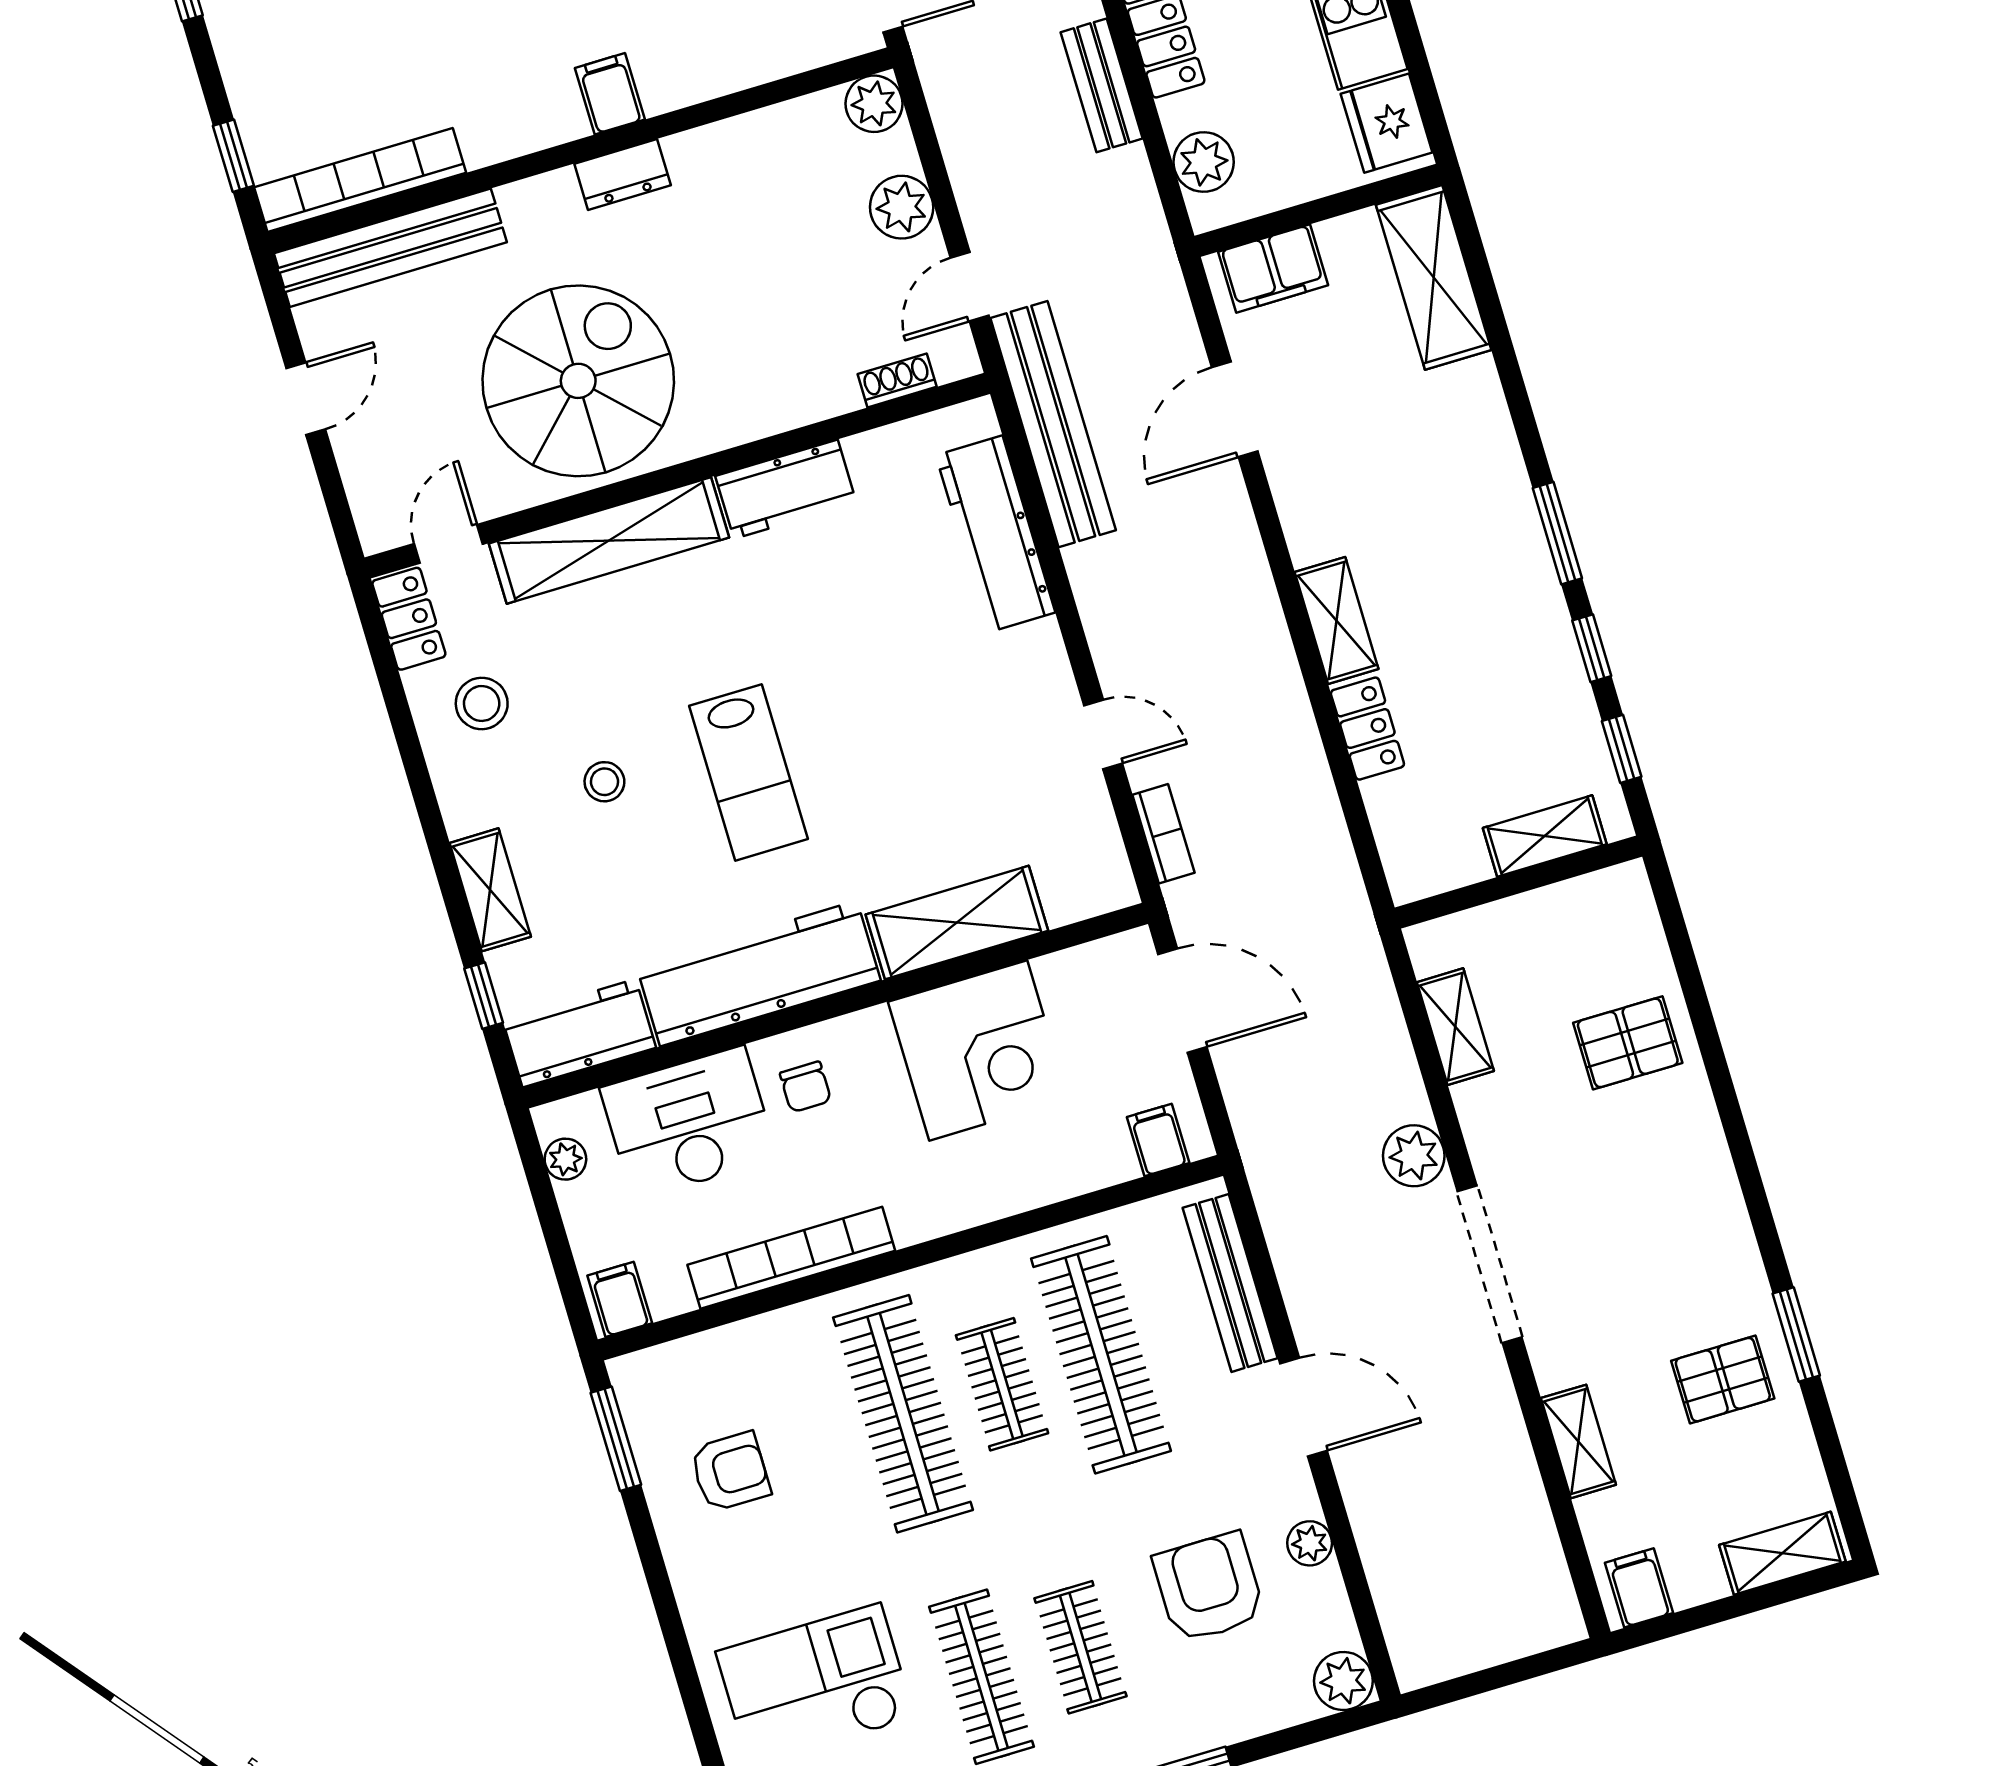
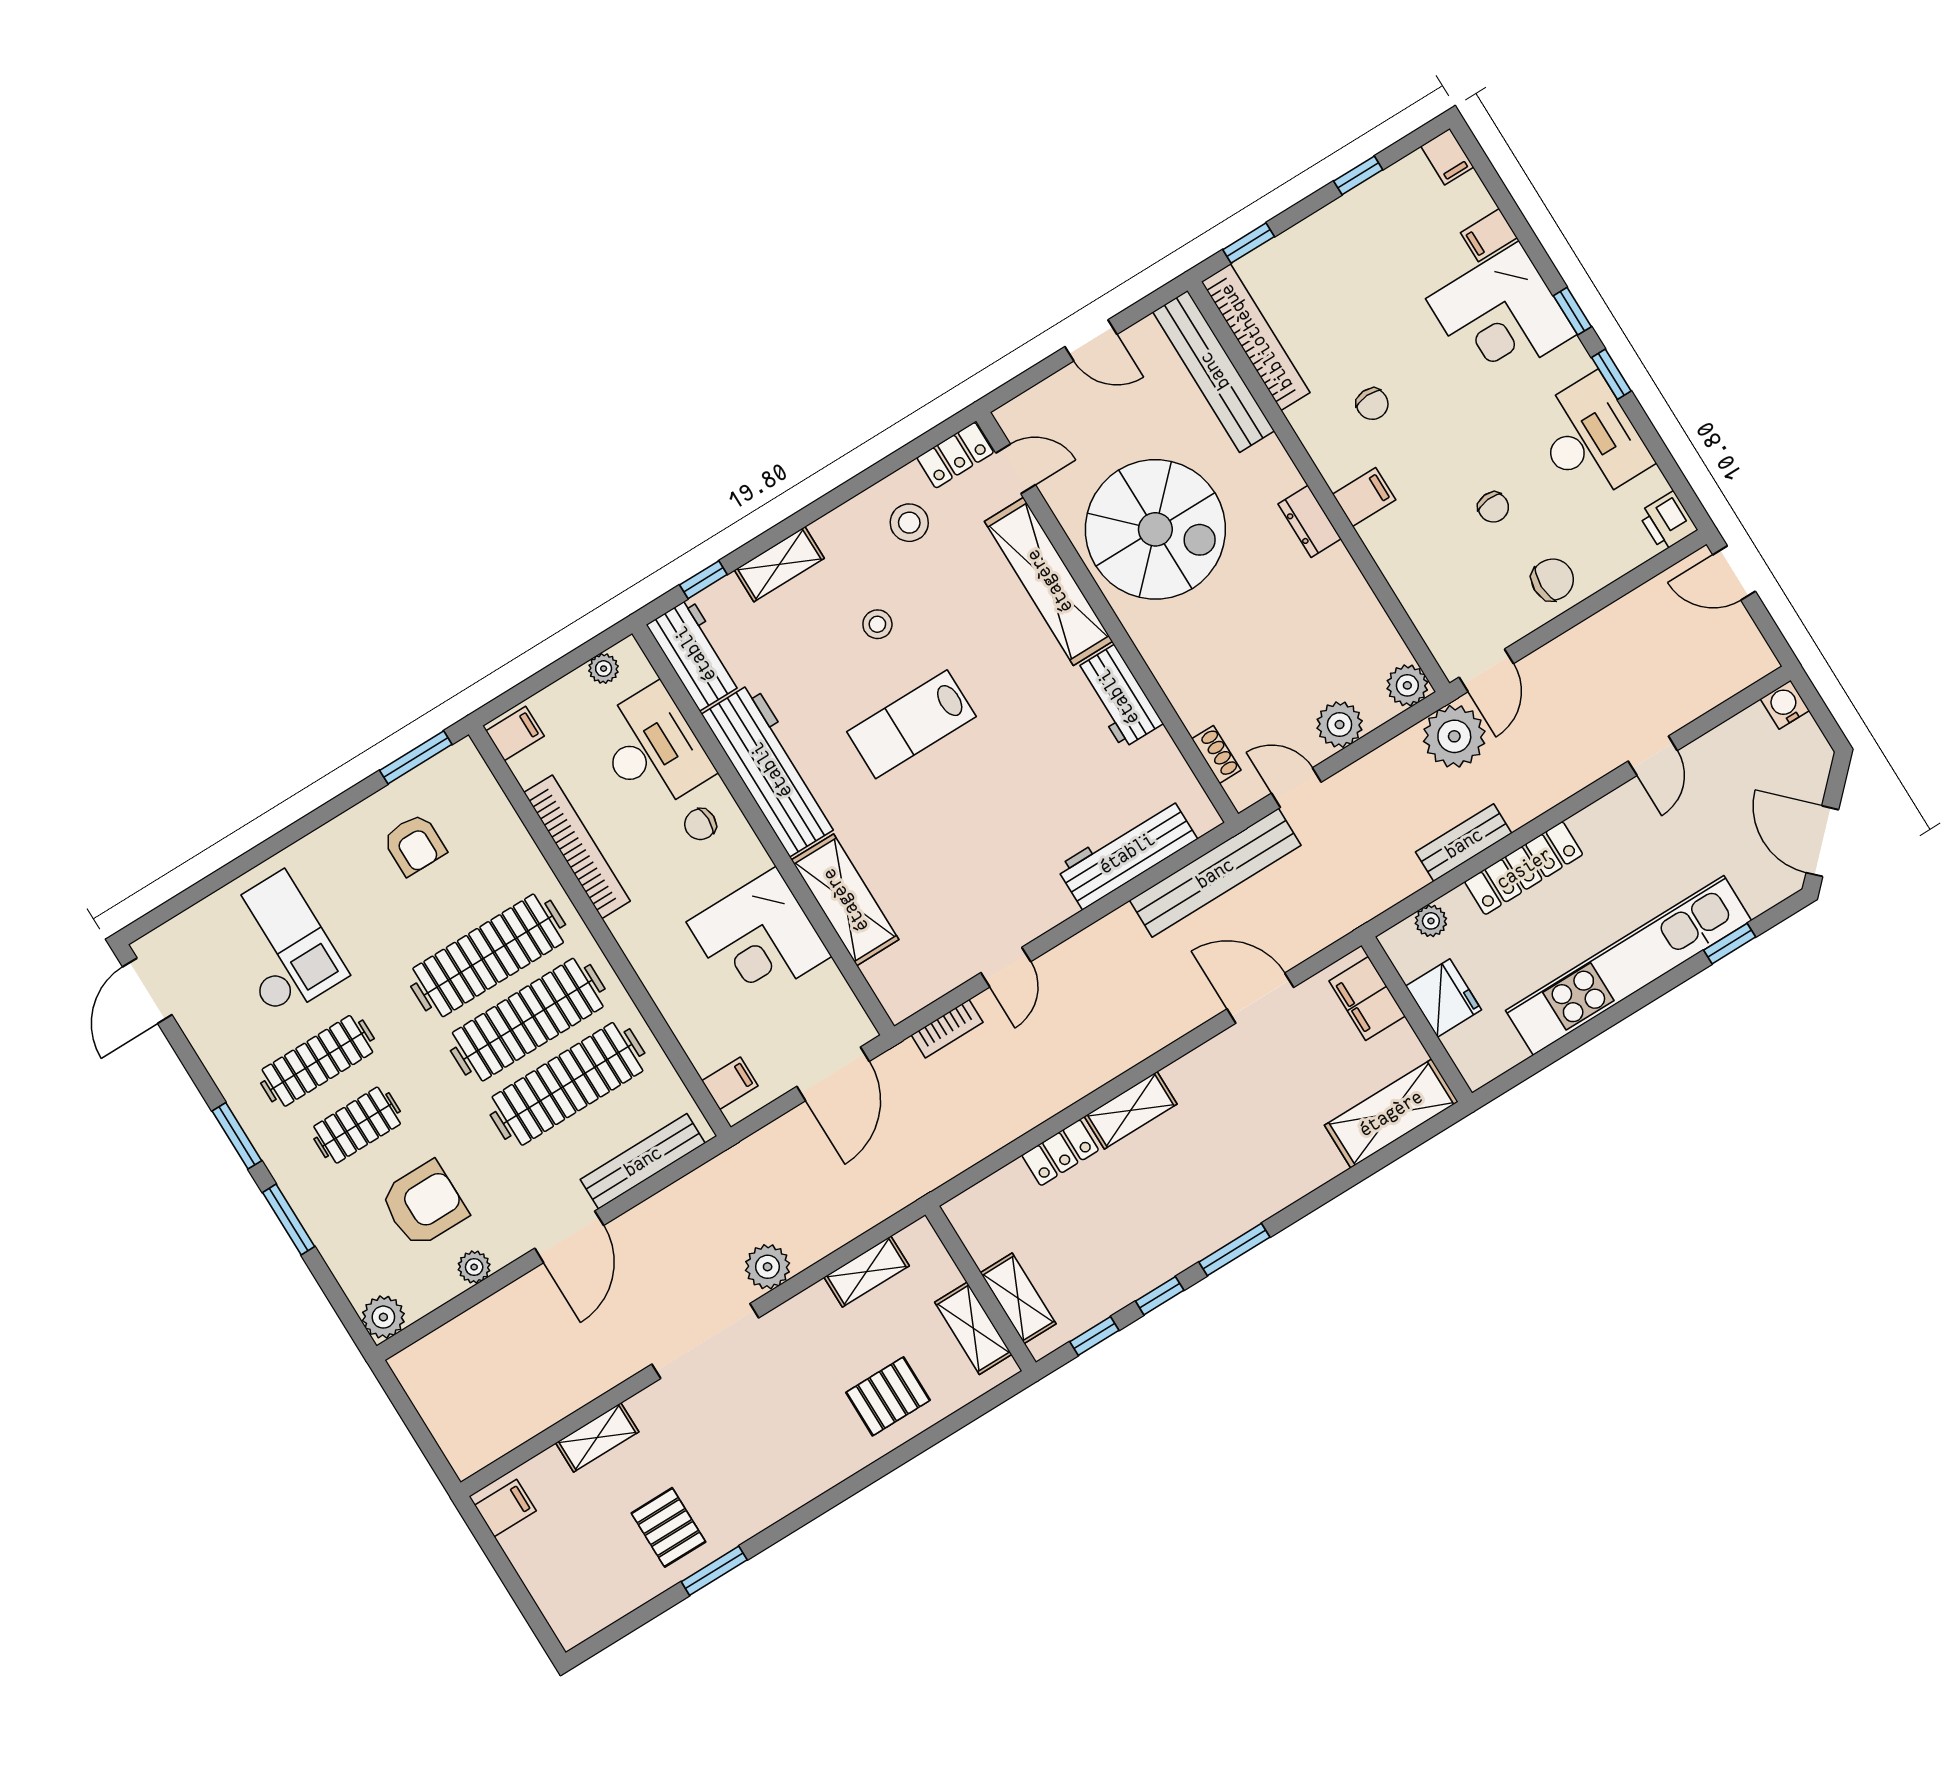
chair: (490, 50) -> (1372, 404), added
plant: (958, 60) -> (1454, 736), added
fridge: (1387, 123) -> (1444, 998), moved, turned 90
plant: (1204, 162) -> (1431, 921), width x0.73, depth x0.73
pallet: (1628, 1043) -> (888, 1396), turned 90
clothes rail: (1002, 1384) -> (528, 1020), width x1.86, depth x1.31
shelving: (1782, 1553) -> (973, 1328), moved

